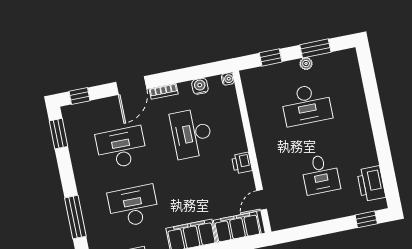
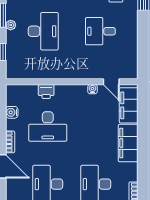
water cooler: (228, 79) -> (92, 89), moved
printer: (242, 163) -> (46, 92), moved
desk: (321, 174) -> (100, 31), turned 180

